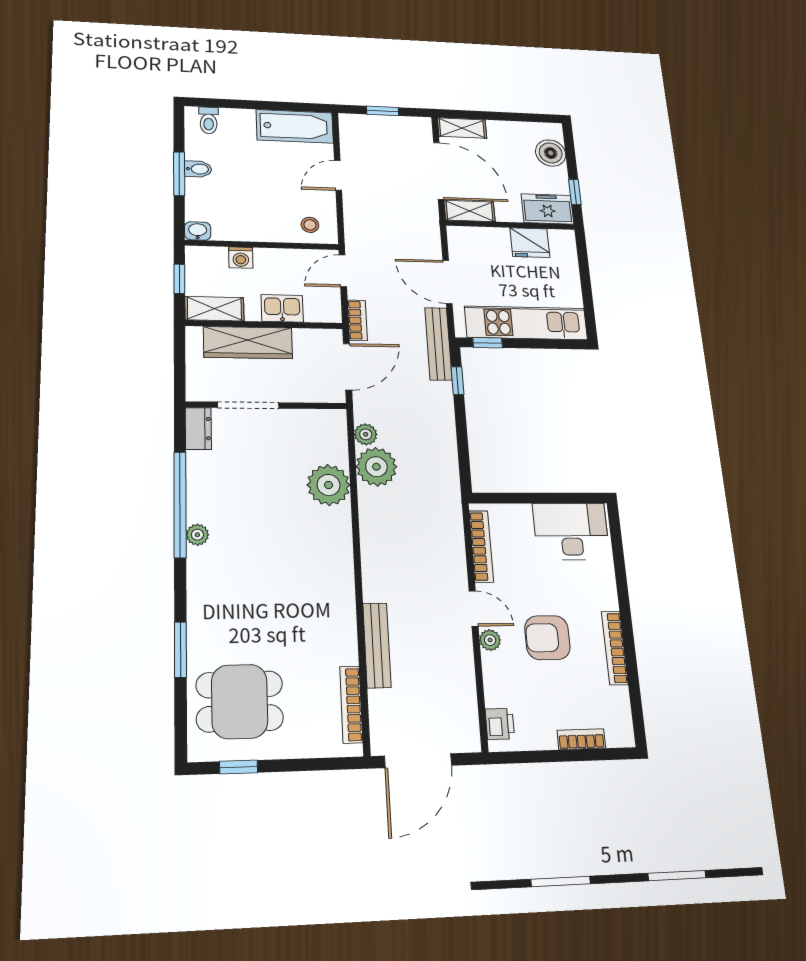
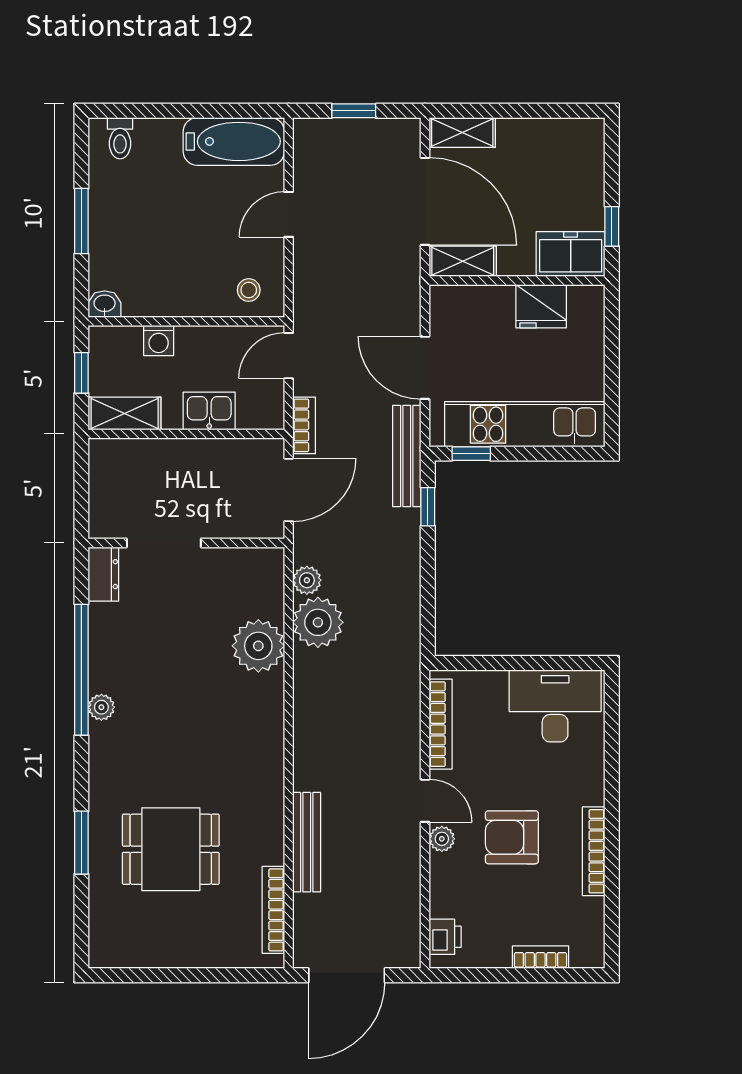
boiler: (551, 153) -> (584, 166), removed
bidet: (198, 169) -> (106, 213), removed
wardrobe: (248, 343) -> (165, 459), removed
dining table: (240, 701) -> (171, 849), moved
window: (239, 767) -> (145, 975), removed

